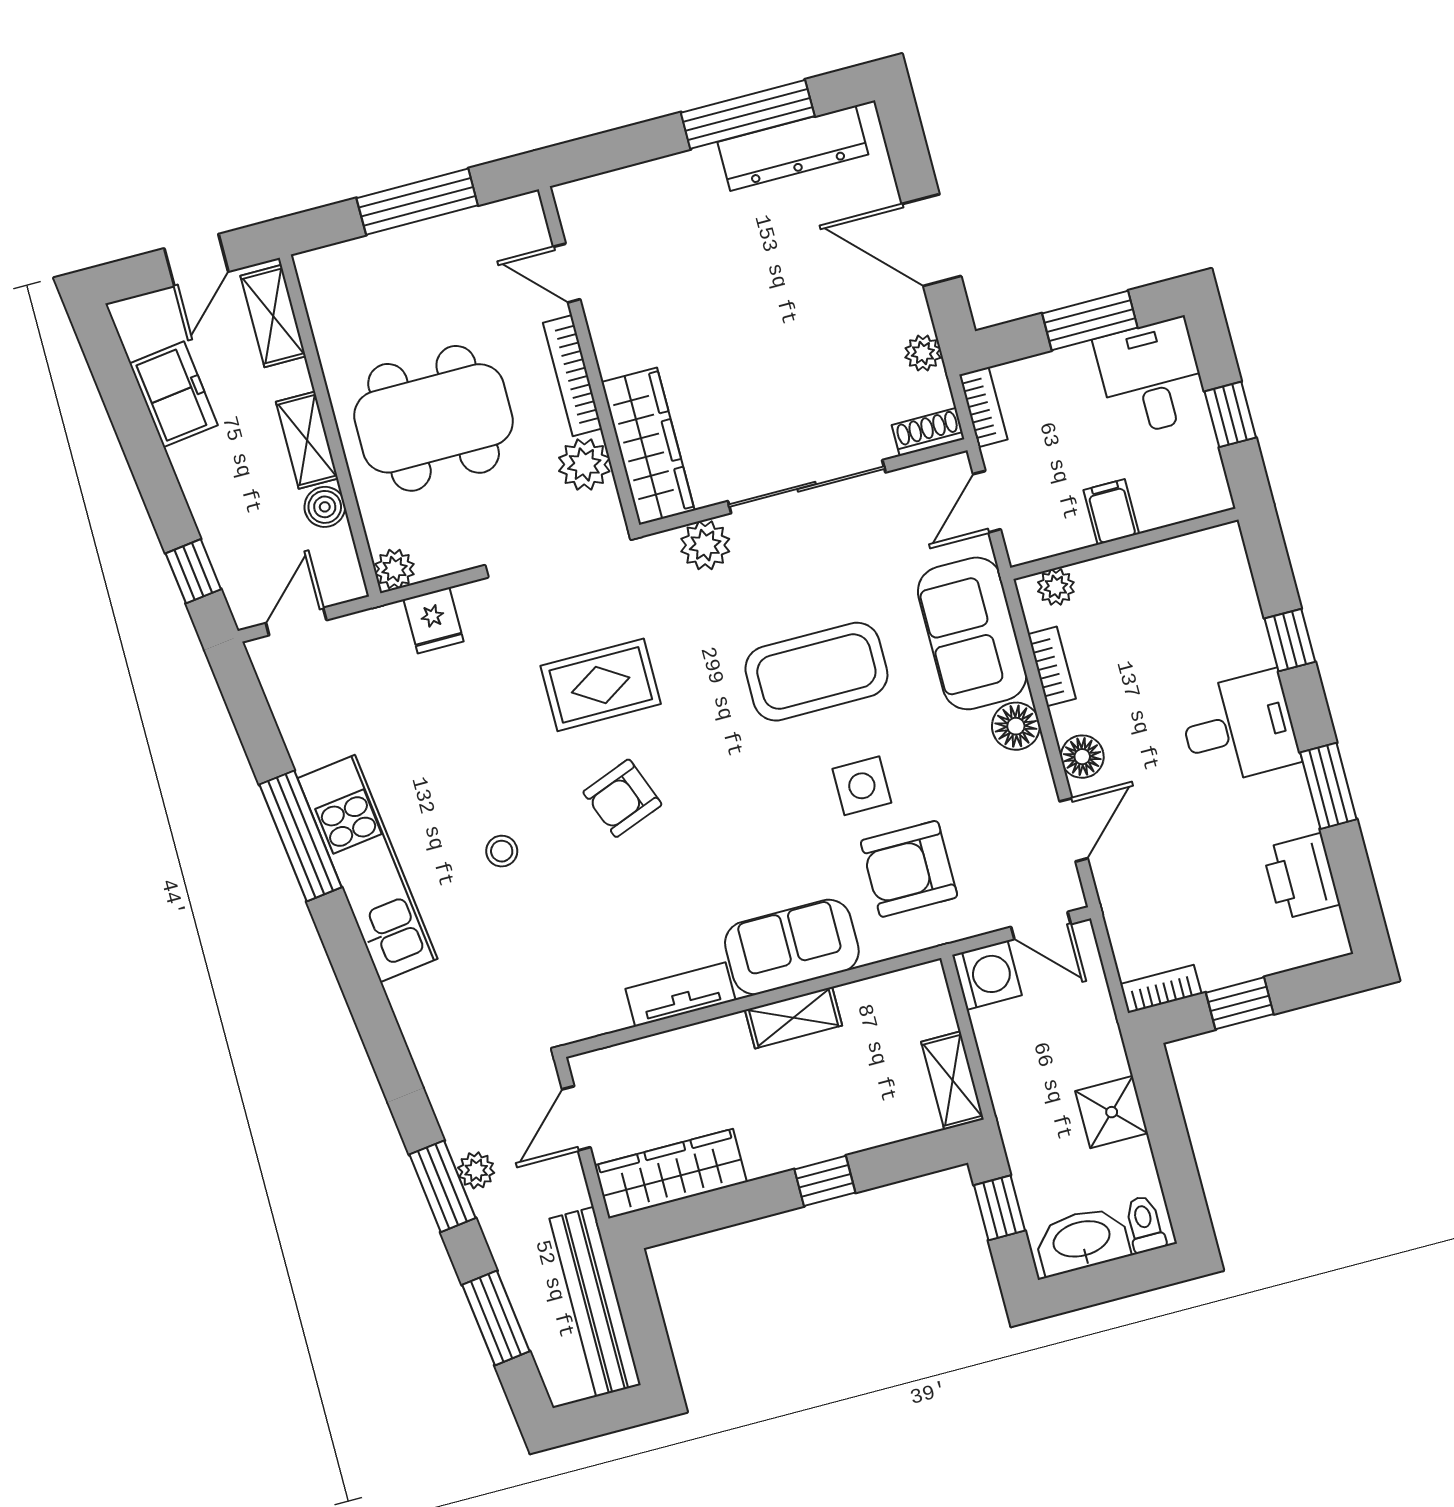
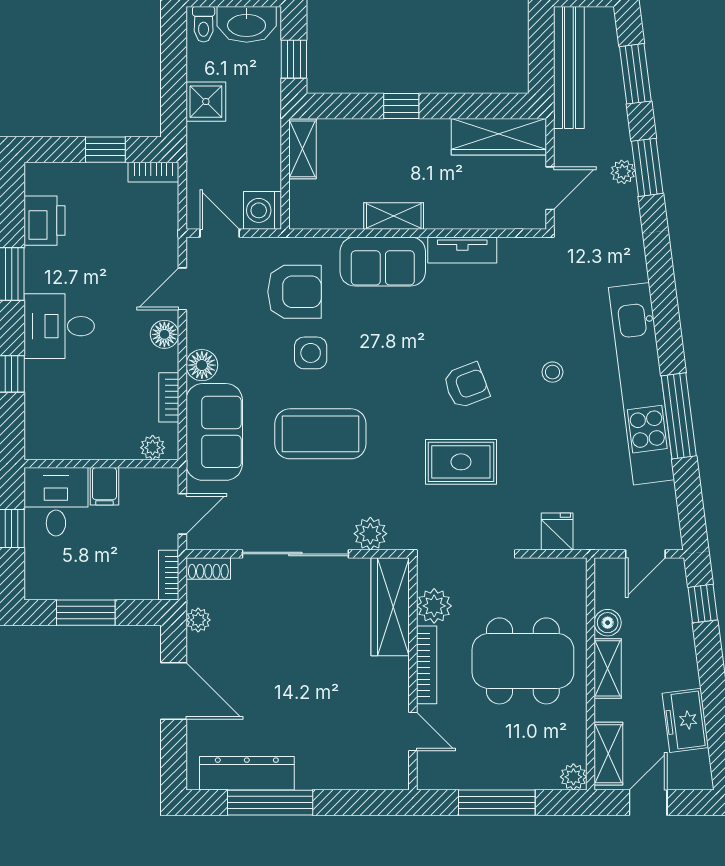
desk: (1151, 377) -> (56, 502), moved, turned 180
plant: (394, 569) -> (573, 777), moved
kitchen unit: (367, 868) -> (641, 384), width x1.36

